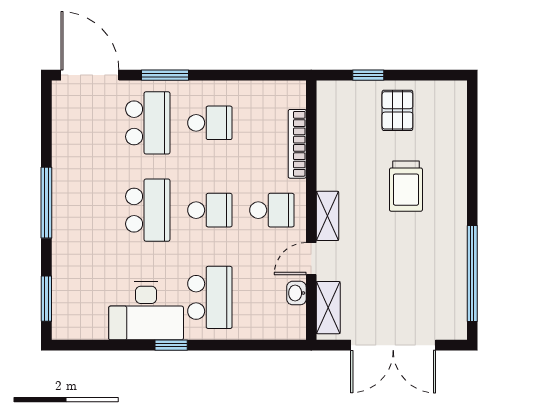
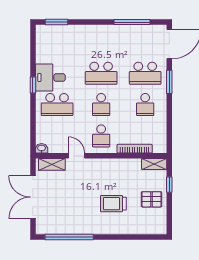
window: (46, 203) -> (132, 22), moved
shelving: (328, 216) -> (154, 164), moved
washbasin: (296, 293) -> (42, 148), moved
desk: (146, 311) -> (50, 77), width x0.73

